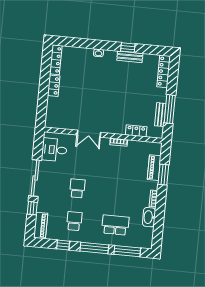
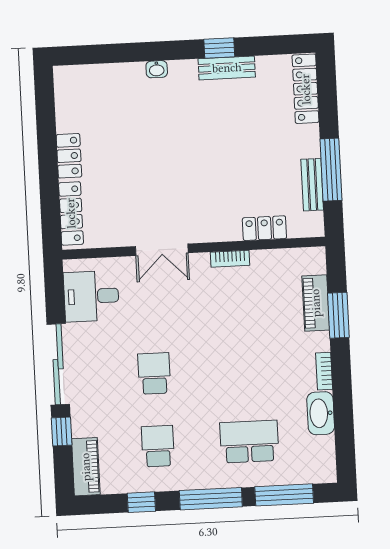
locker: (56, 60) -> (71, 213), moved

